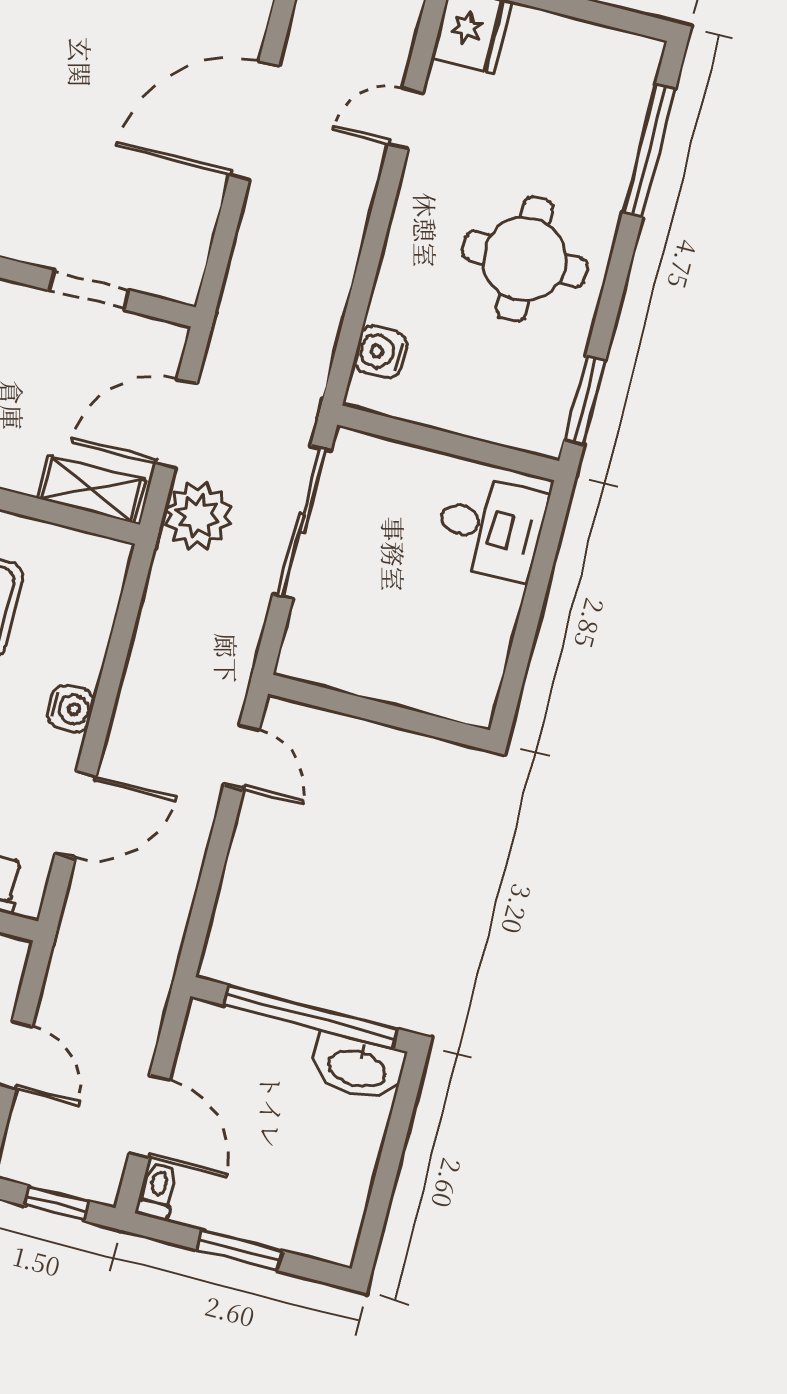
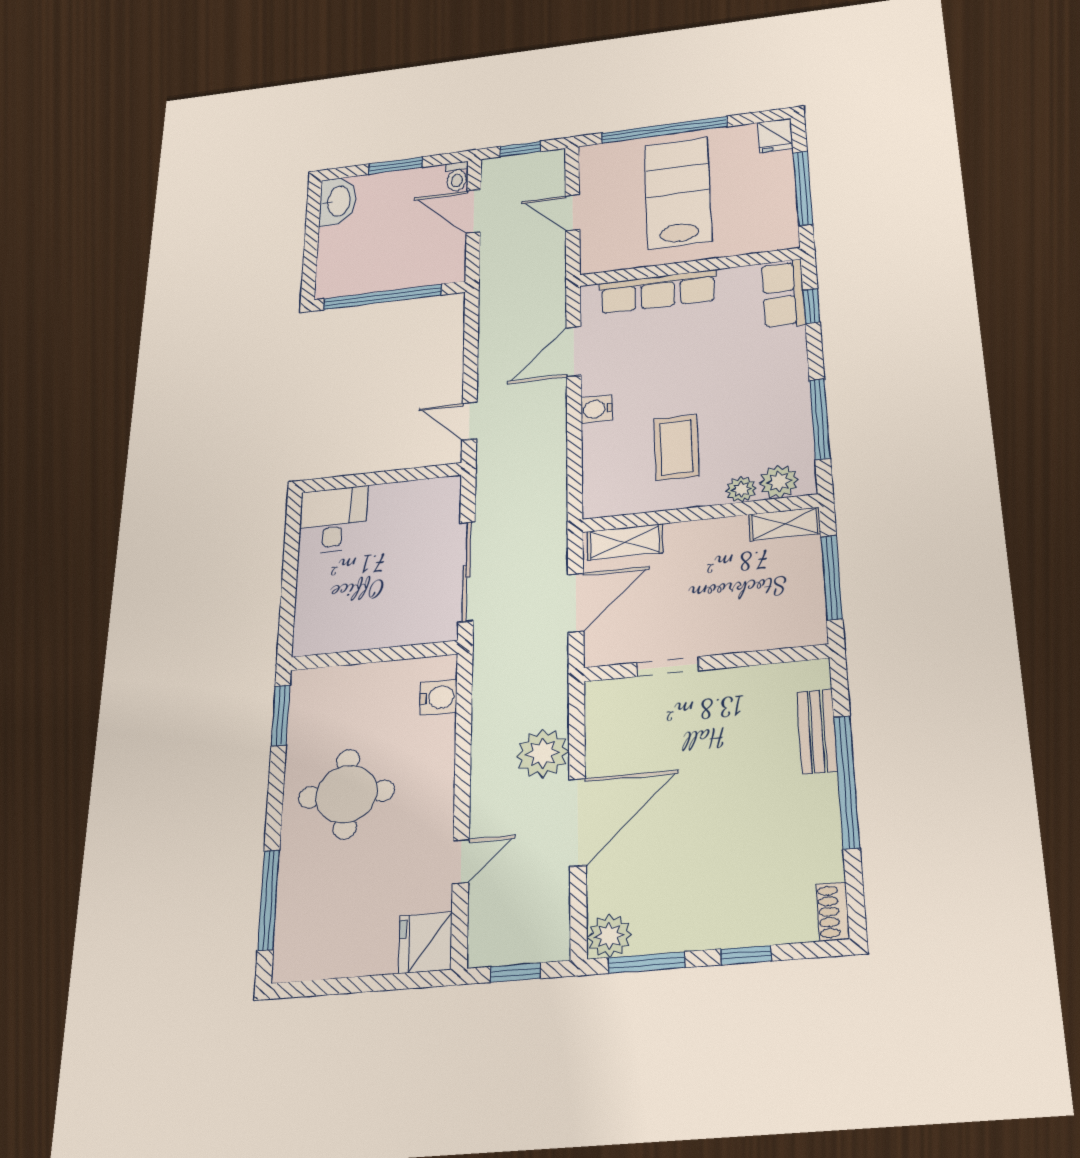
plant: (198, 516) -> (543, 754), moved
desk: (490, 527) -> (333, 520), moved, turned 90
washbasin: (358, 1067) -> (338, 201), moved, turned 90

